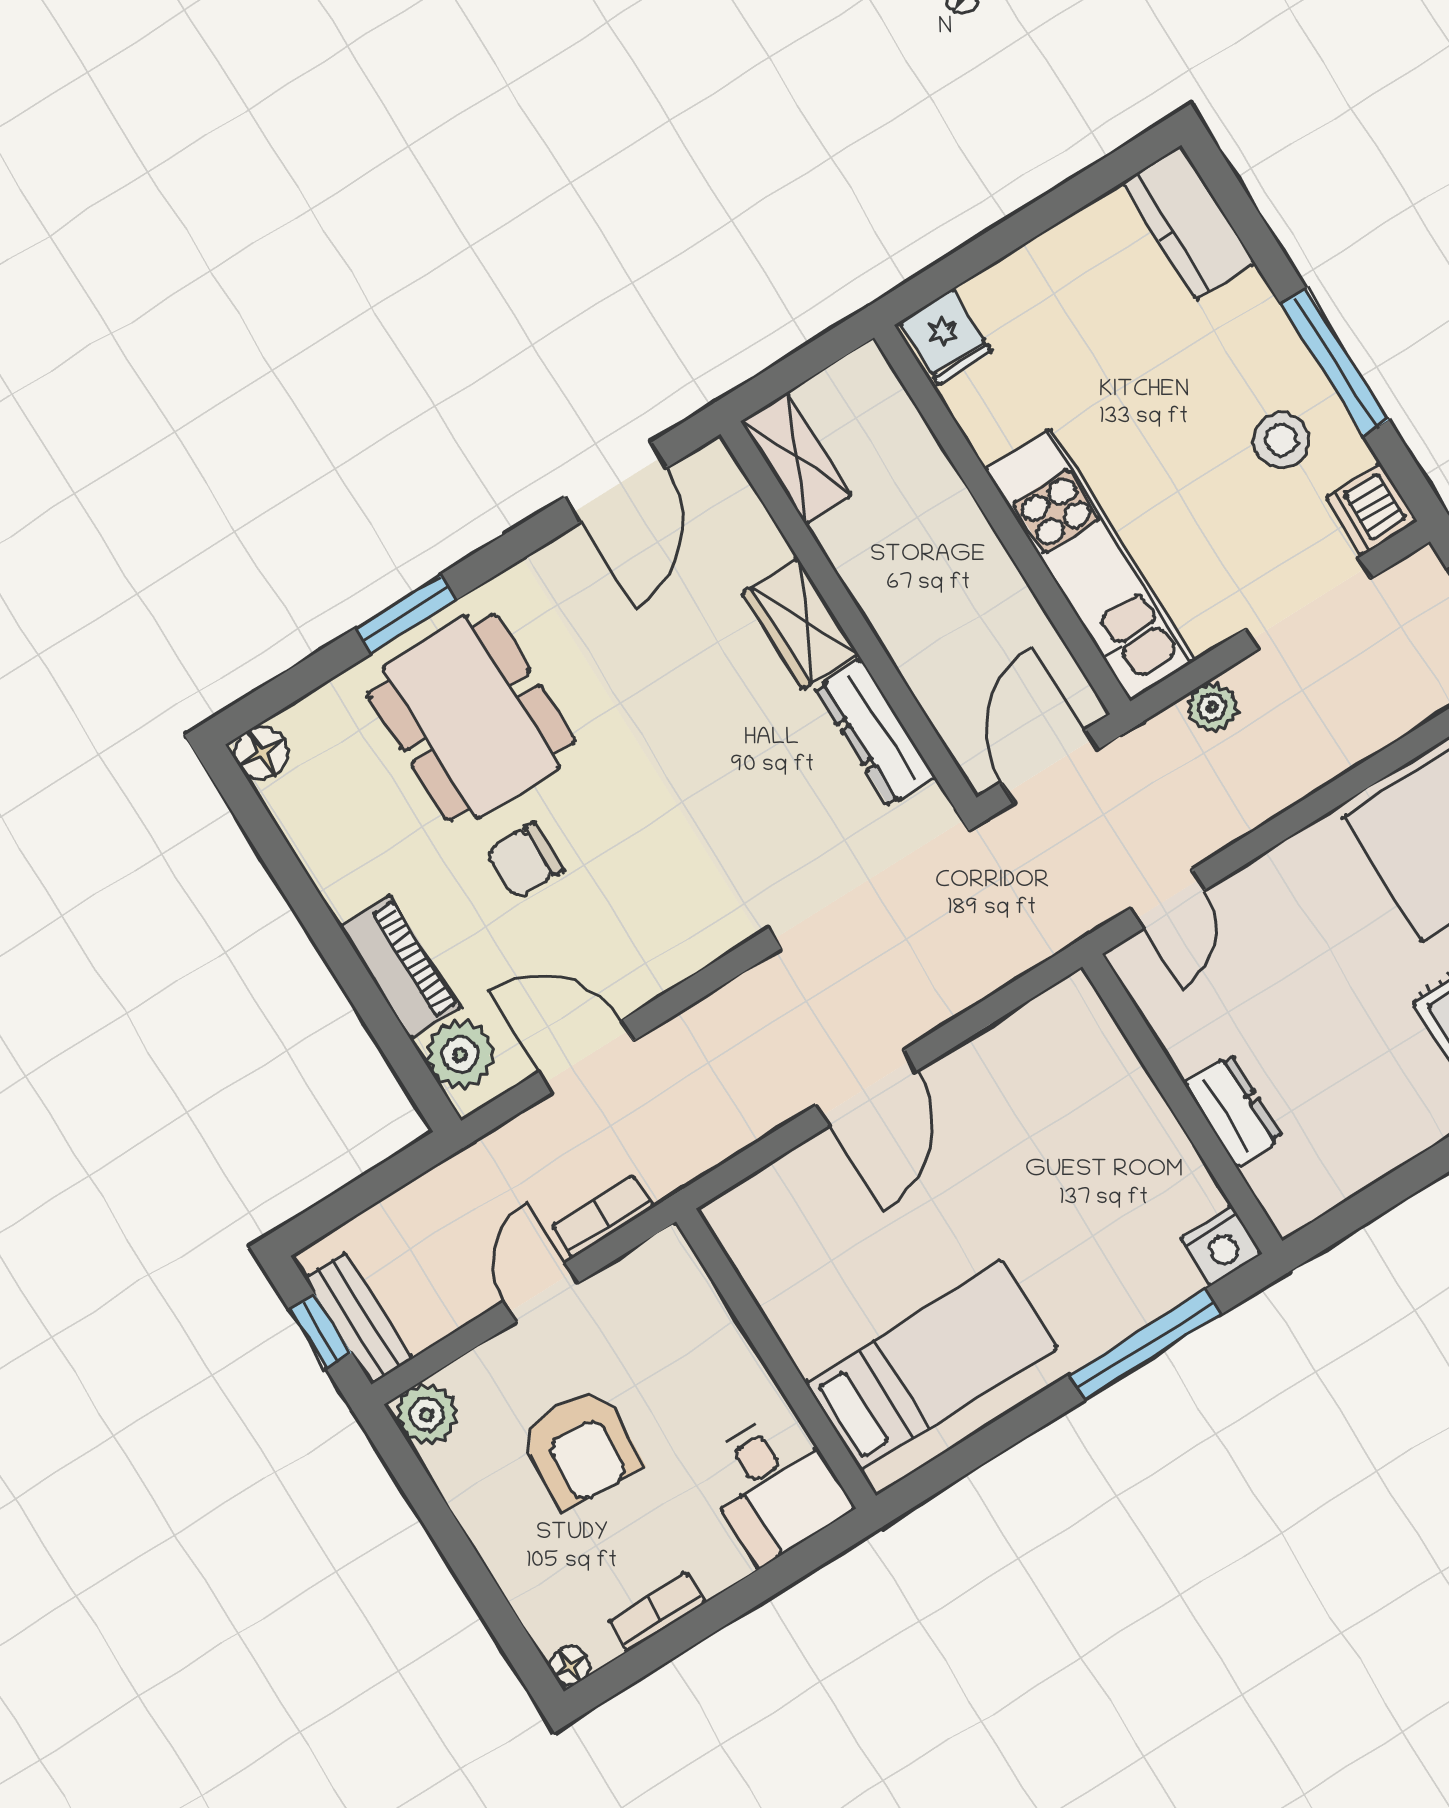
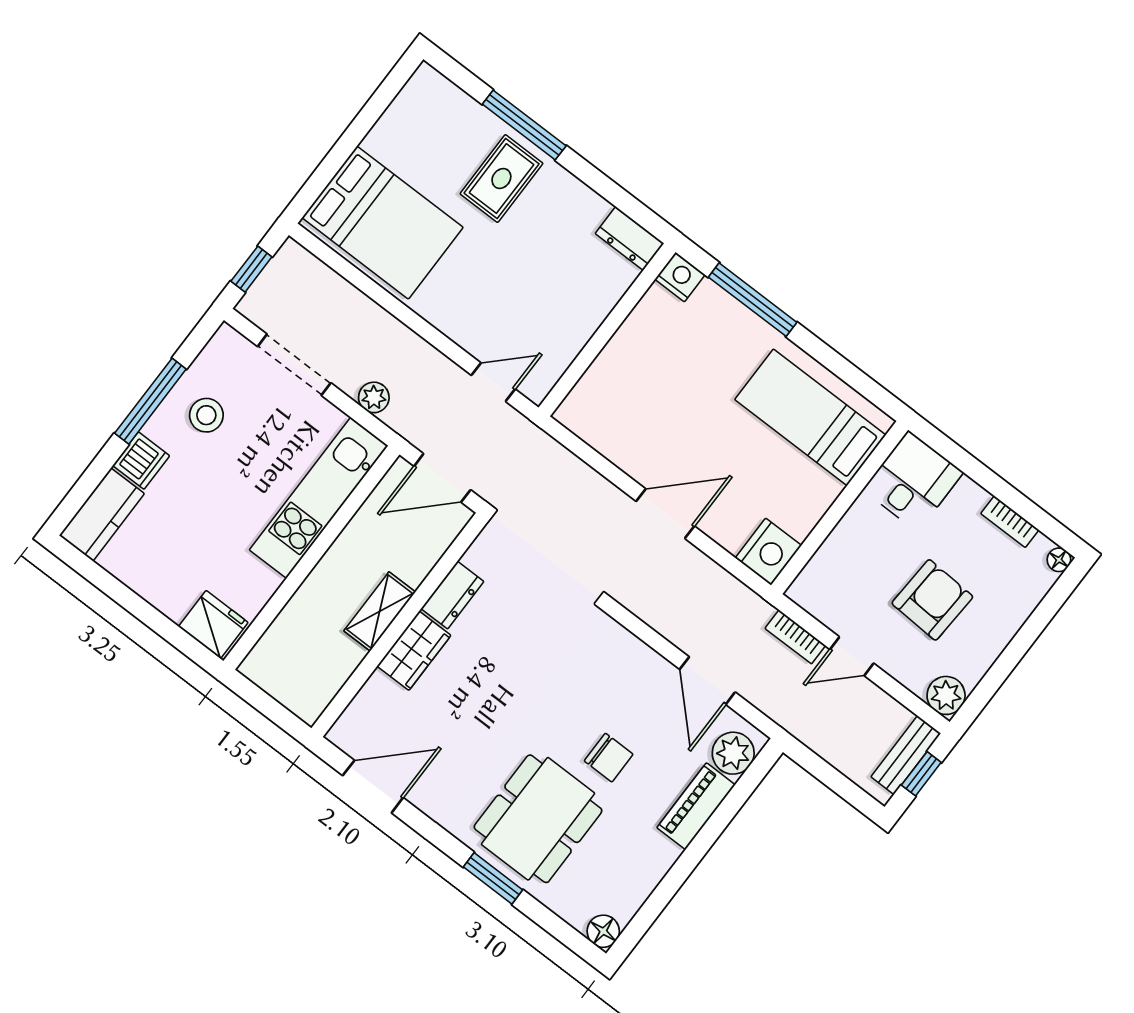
fridge: (946, 337) -> (213, 624), width x1.38
shelving: (796, 459) -> (380, 611), moved
dishwasher: (1371, 509) -> (141, 461), moved
dresser: (875, 733) -> (452, 595), width x0.70
dresser: (1233, 1110) -> (630, 238), moved, turned -90
nightstand: (749, 1224) -> (768, 552), added

